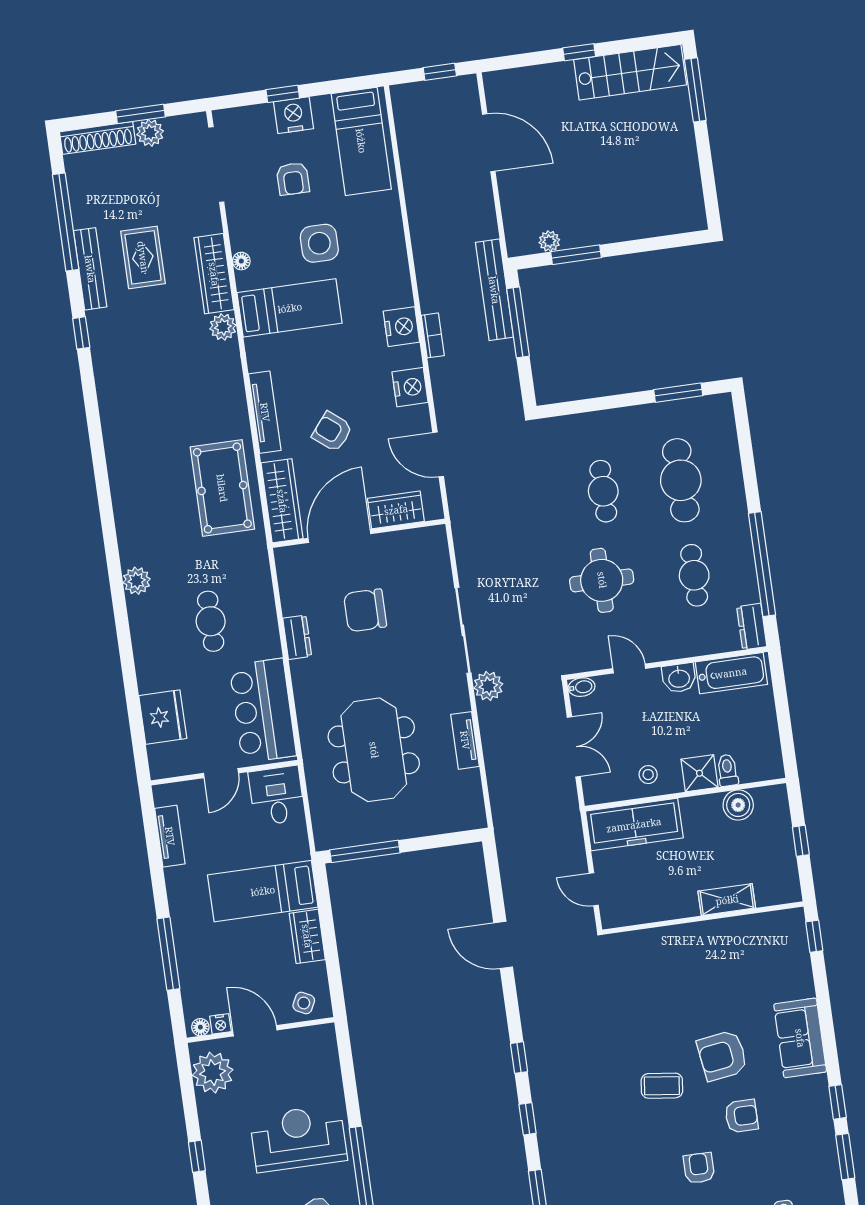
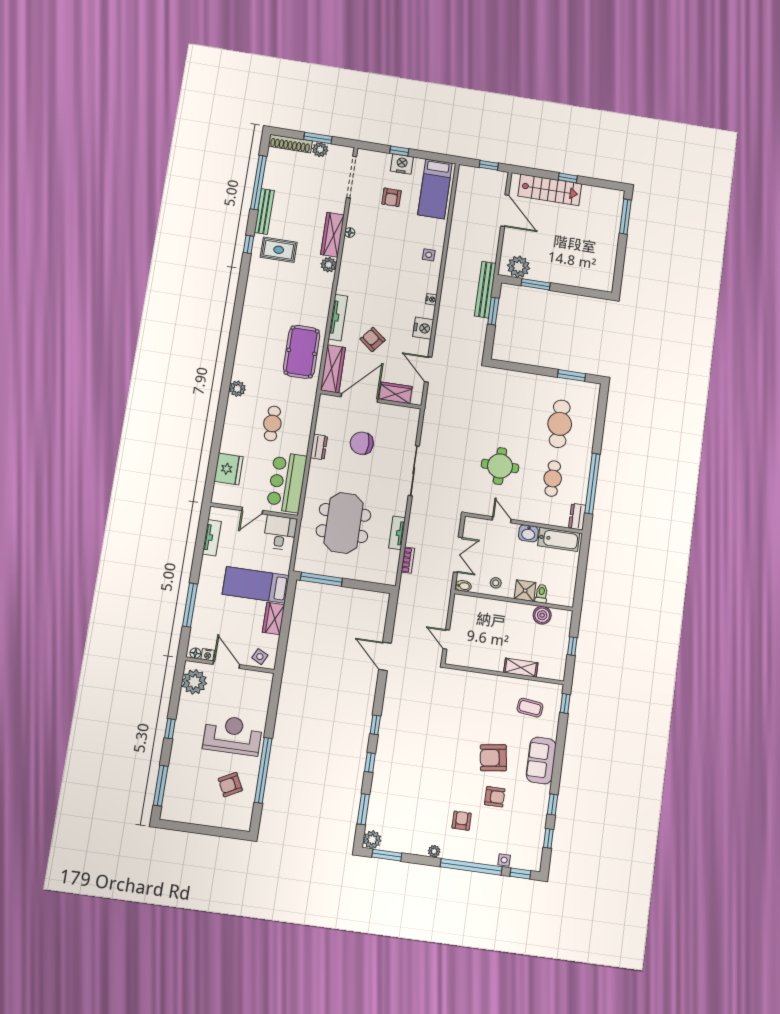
stairs: (630, 72) -> (550, 190), moved
plant: (549, 241) -> (519, 267), width x1.87, depth x1.87
side table: (319, 243) -> (429, 255), moved, width x0.54, depth x0.54
rug: (143, 257) -> (279, 250), moved, turned 90
bed: (290, 308) -> (369, 266), removed
window: (518, 322) -> (493, 311), width x0.69
nightstand: (401, 327) -> (431, 299), width x0.53, depth x0.56
bookcase: (433, 335) -> (408, 560), moved
cafe table: (603, 491) -> (515, 417), removed
plant: (488, 686) -> (419, 506), removed
bidet: (582, 687) -> (463, 586), moved
freezer: (634, 825) -> (480, 609), removed
coffee table: (662, 1086) -> (530, 708), moved
window: (845, 1157) -> (548, 838), width x0.67

